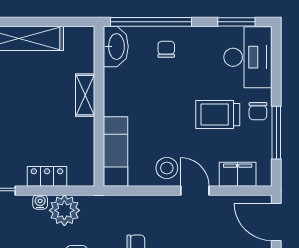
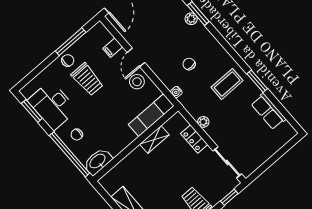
desk: (248, 57) -> (52, 105), moved, turned -90
shelving: (85, 95) -> (154, 139), moved
filing cabinet: (238, 174) -> (113, 48), width x0.50
water cooler: (40, 202) -> (176, 92), moved
plant: (64, 210) -> (203, 122), width x0.53, depth x0.53

